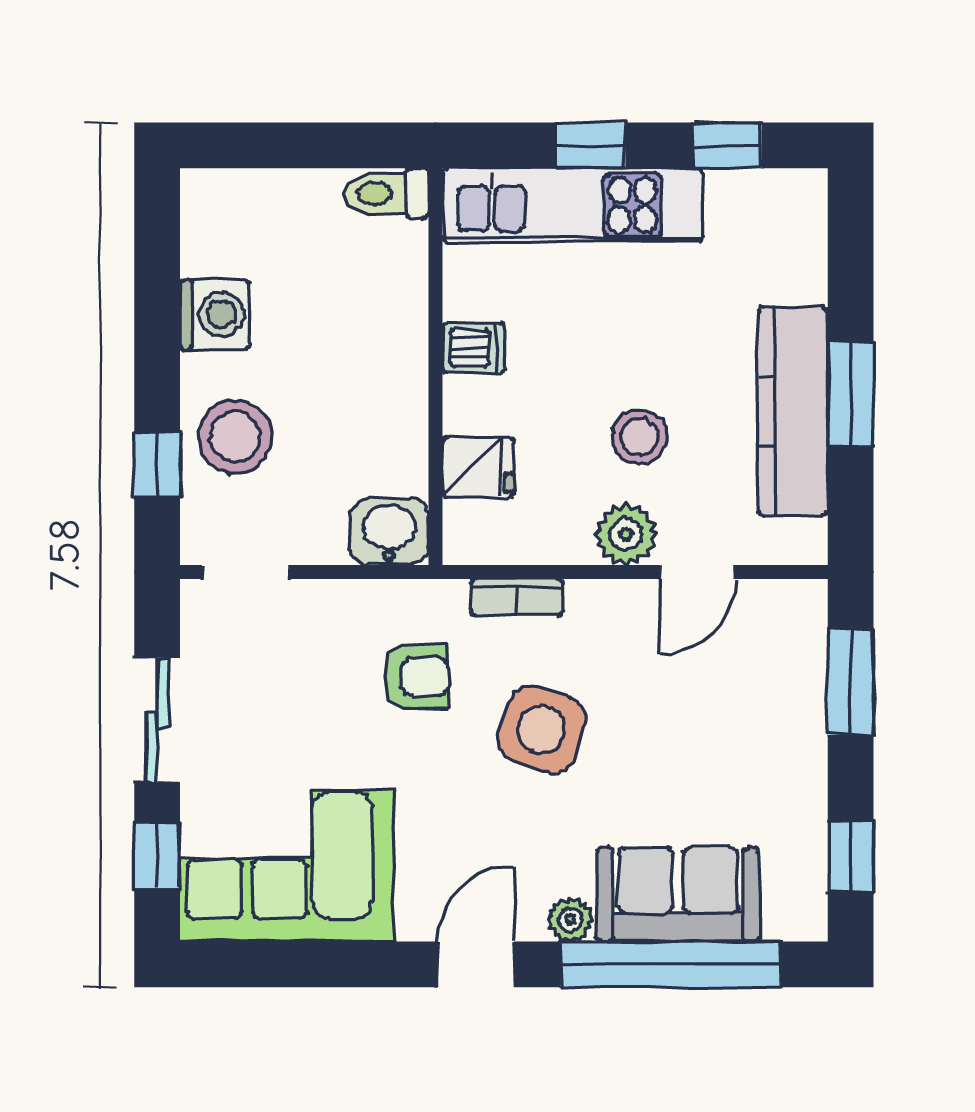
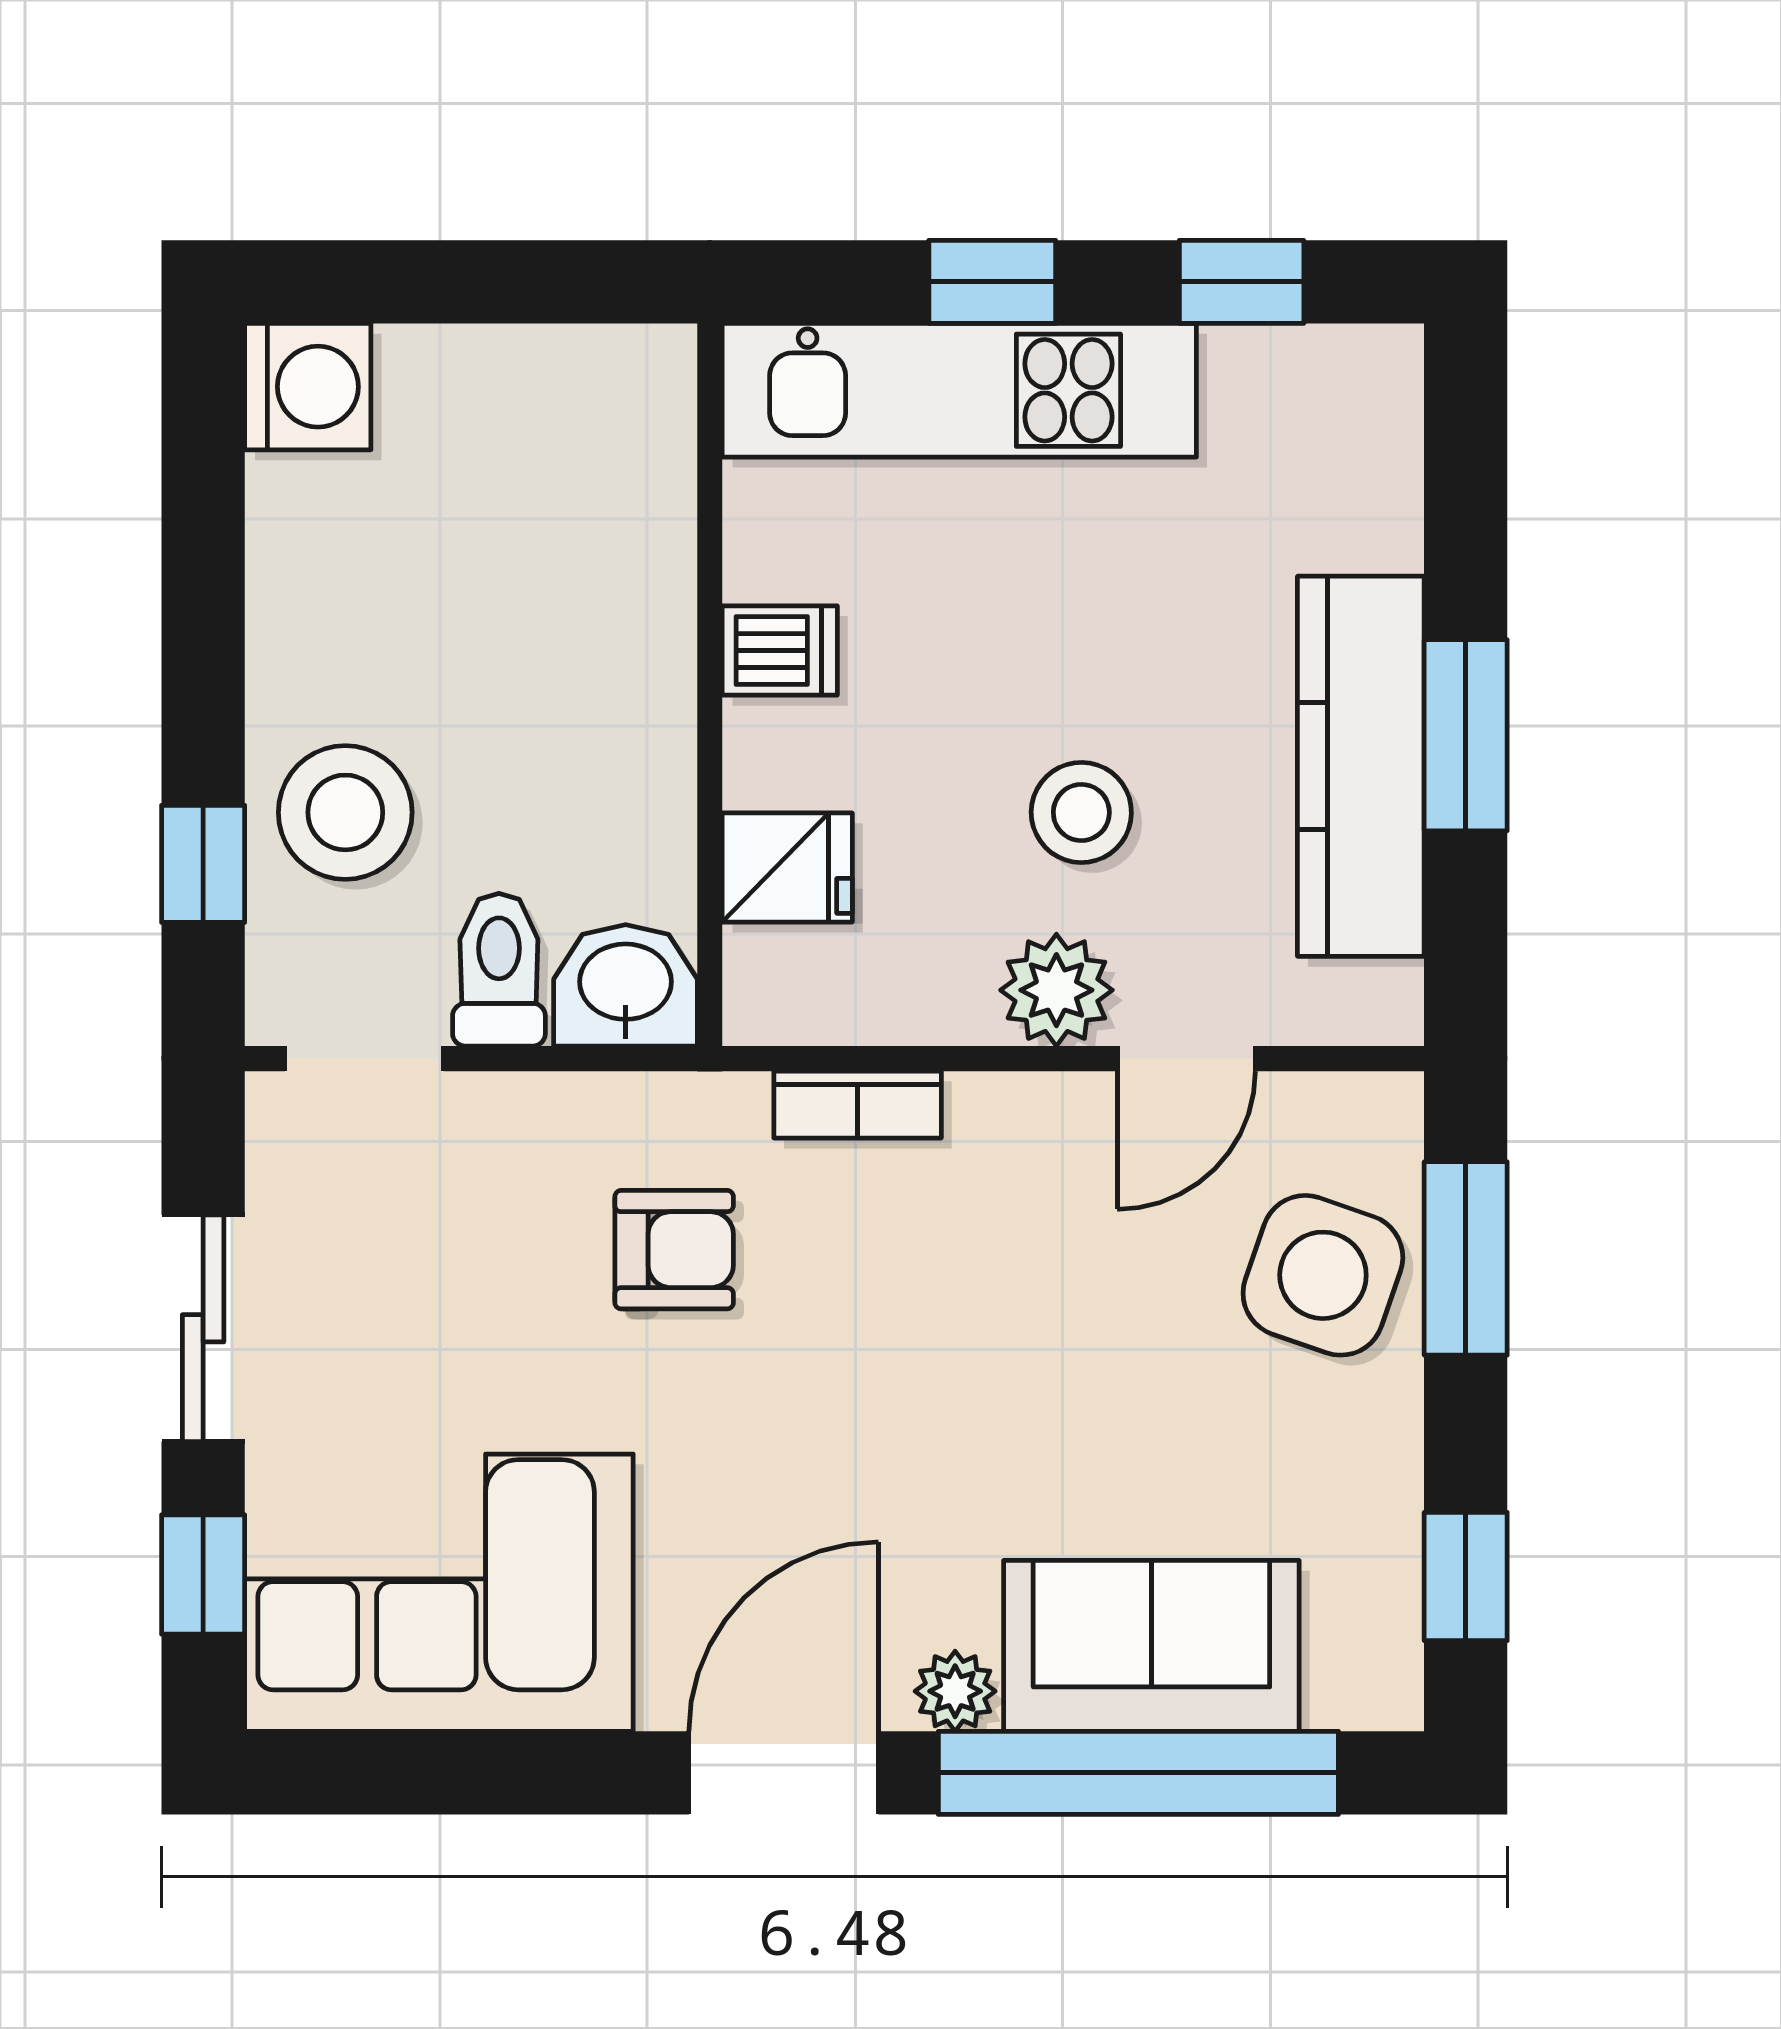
toilet: (387, 194) -> (499, 970), moved, turned 90
washing machine: (215, 315) -> (308, 387), moved
side table: (541, 729) -> (1323, 1275), moved
door: (476, 964) -> (784, 1773), width x1.38

